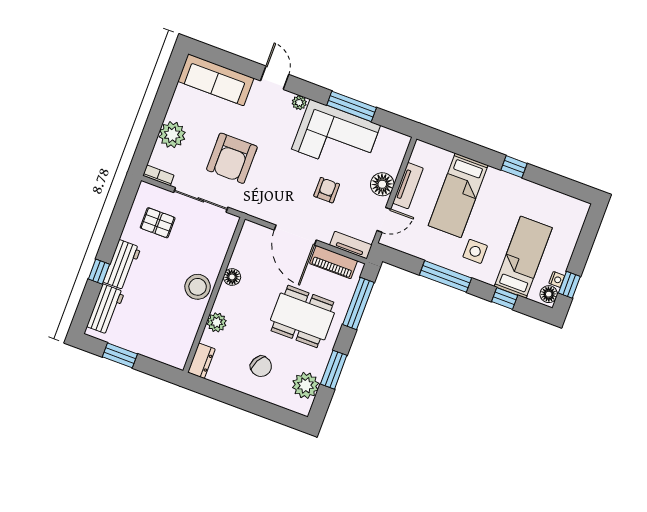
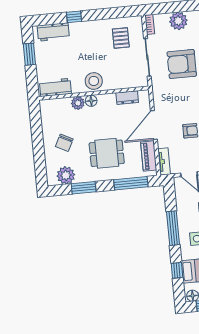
workbench: (122, 265) -> (55, 87), moved, turned 180
floor lamp: (232, 277) -> (91, 101), moved
dining table: (302, 316) -> (107, 153), width x0.73
dresser: (201, 361) -> (127, 98), moved

